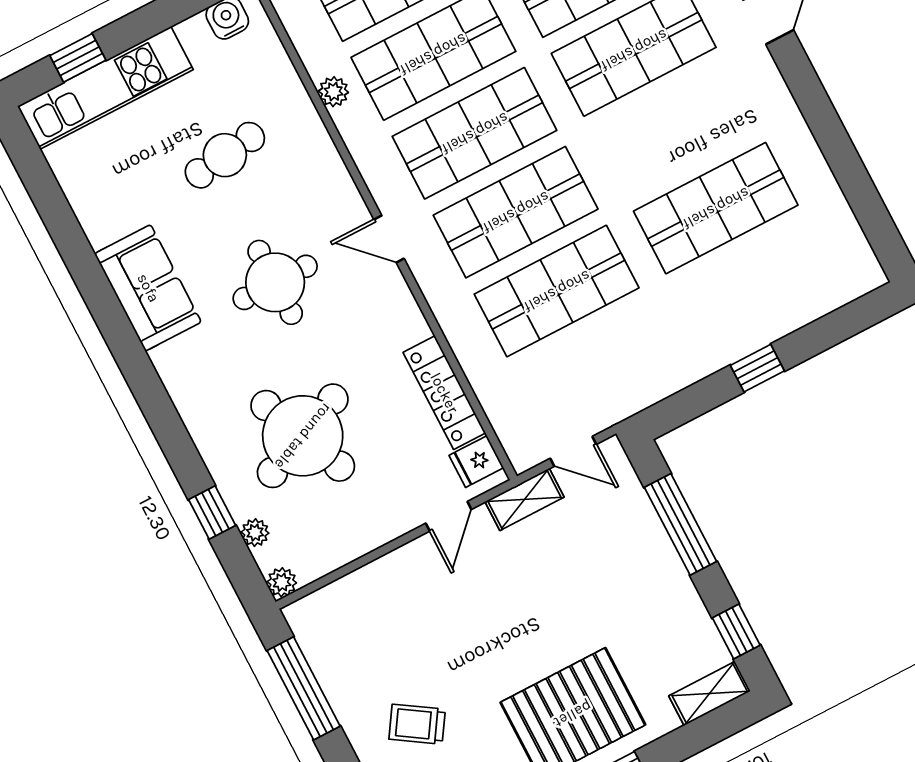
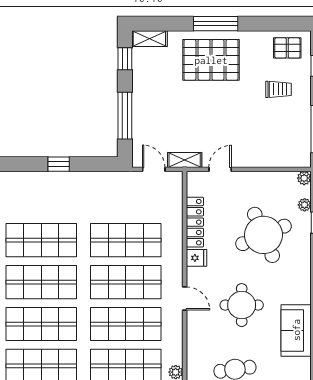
shop shelf: (675, 129) -> (41, 282), added
fridge: (476, 462) -> (196, 258), moved
trolley: (417, 724) -> (278, 89), turned -33

